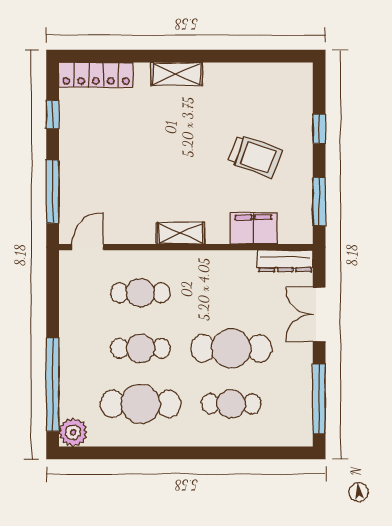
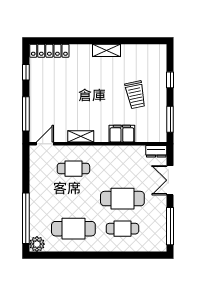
shelving: (176, 74) -> (106, 50), moved
trolley: (255, 156) -> (135, 95), turned 58
filing cabinet: (254, 228) -> (122, 134), moved
shelving: (181, 233) -> (81, 136), moved
dresser: (285, 261) -> (156, 151), width x0.70
cafe table: (140, 348) -> (73, 199), removed

